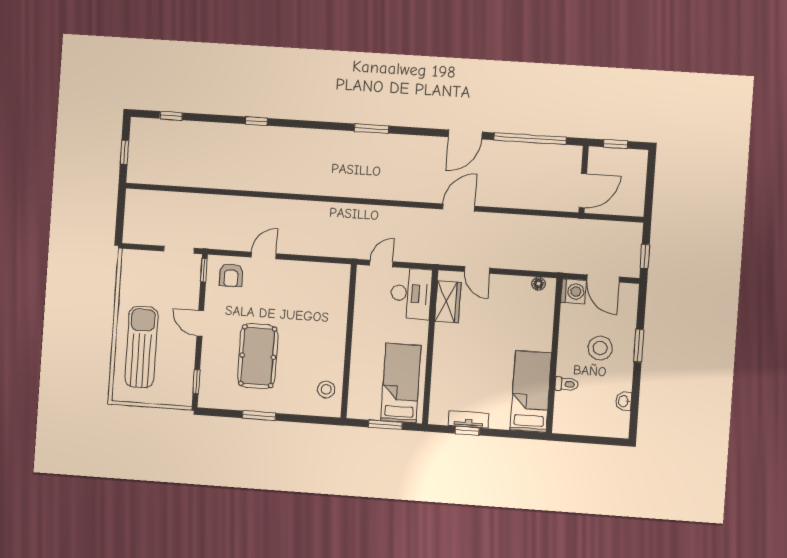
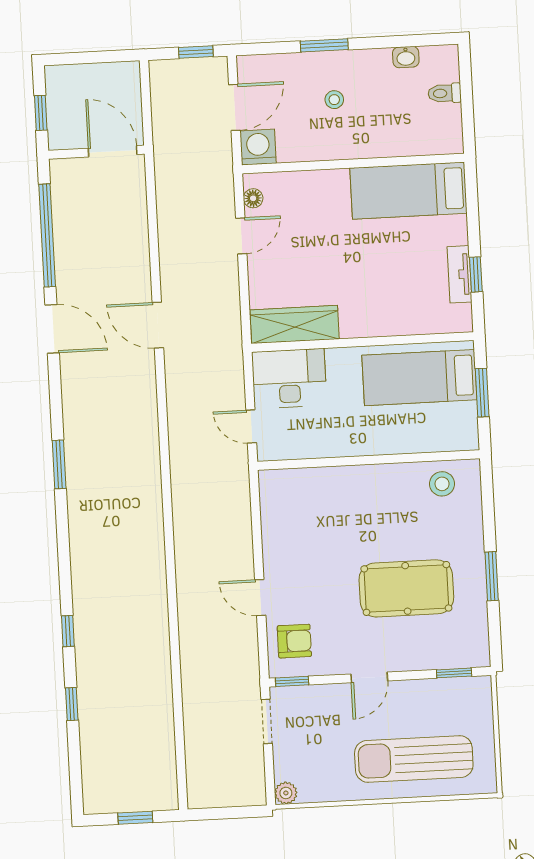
window: (171, 116) -> (72, 704), moved
plant: (129, 257) -> (286, 793), added
door: (477, 270) -> (241, 236), moved
wardrobe: (448, 302) -> (295, 324), width x1.50
stool: (600, 348) -> (334, 100), width x0.53, depth x0.53
toilet: (566, 384) -> (445, 93), moved, turned -90

